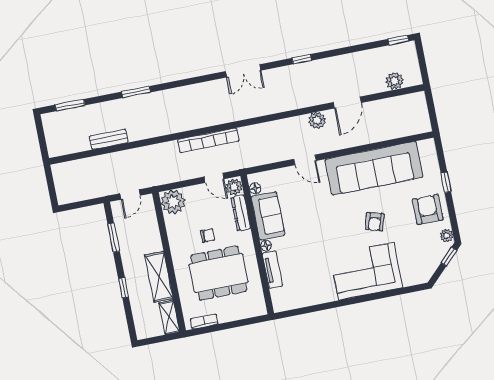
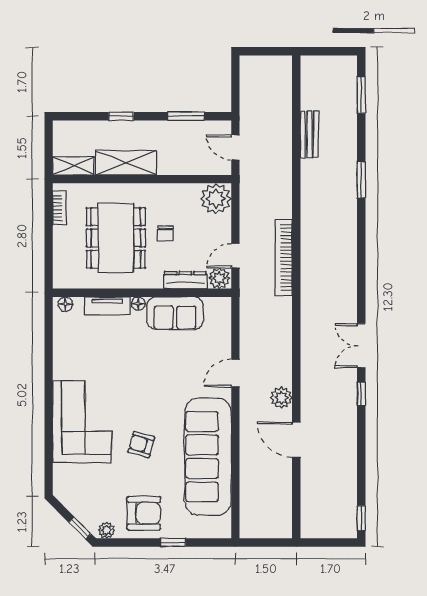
double door: (243, 71) -> (361, 346), moved
plant: (395, 81) -> (311, 504), removed
floor lamp: (255, 188) -> (65, 304), moved

